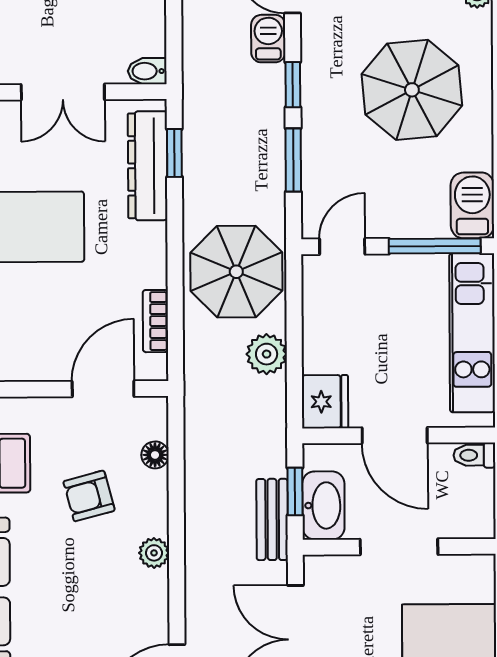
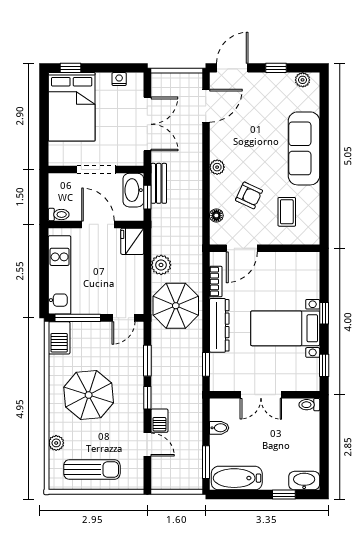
bidet: (147, 71) -> (219, 428), moved
double door: (63, 92) -> (261, 395), swing flipped
dresser: (148, 166) -> (219, 325), moved
armchair: (89, 496) -> (249, 195), turned 40

